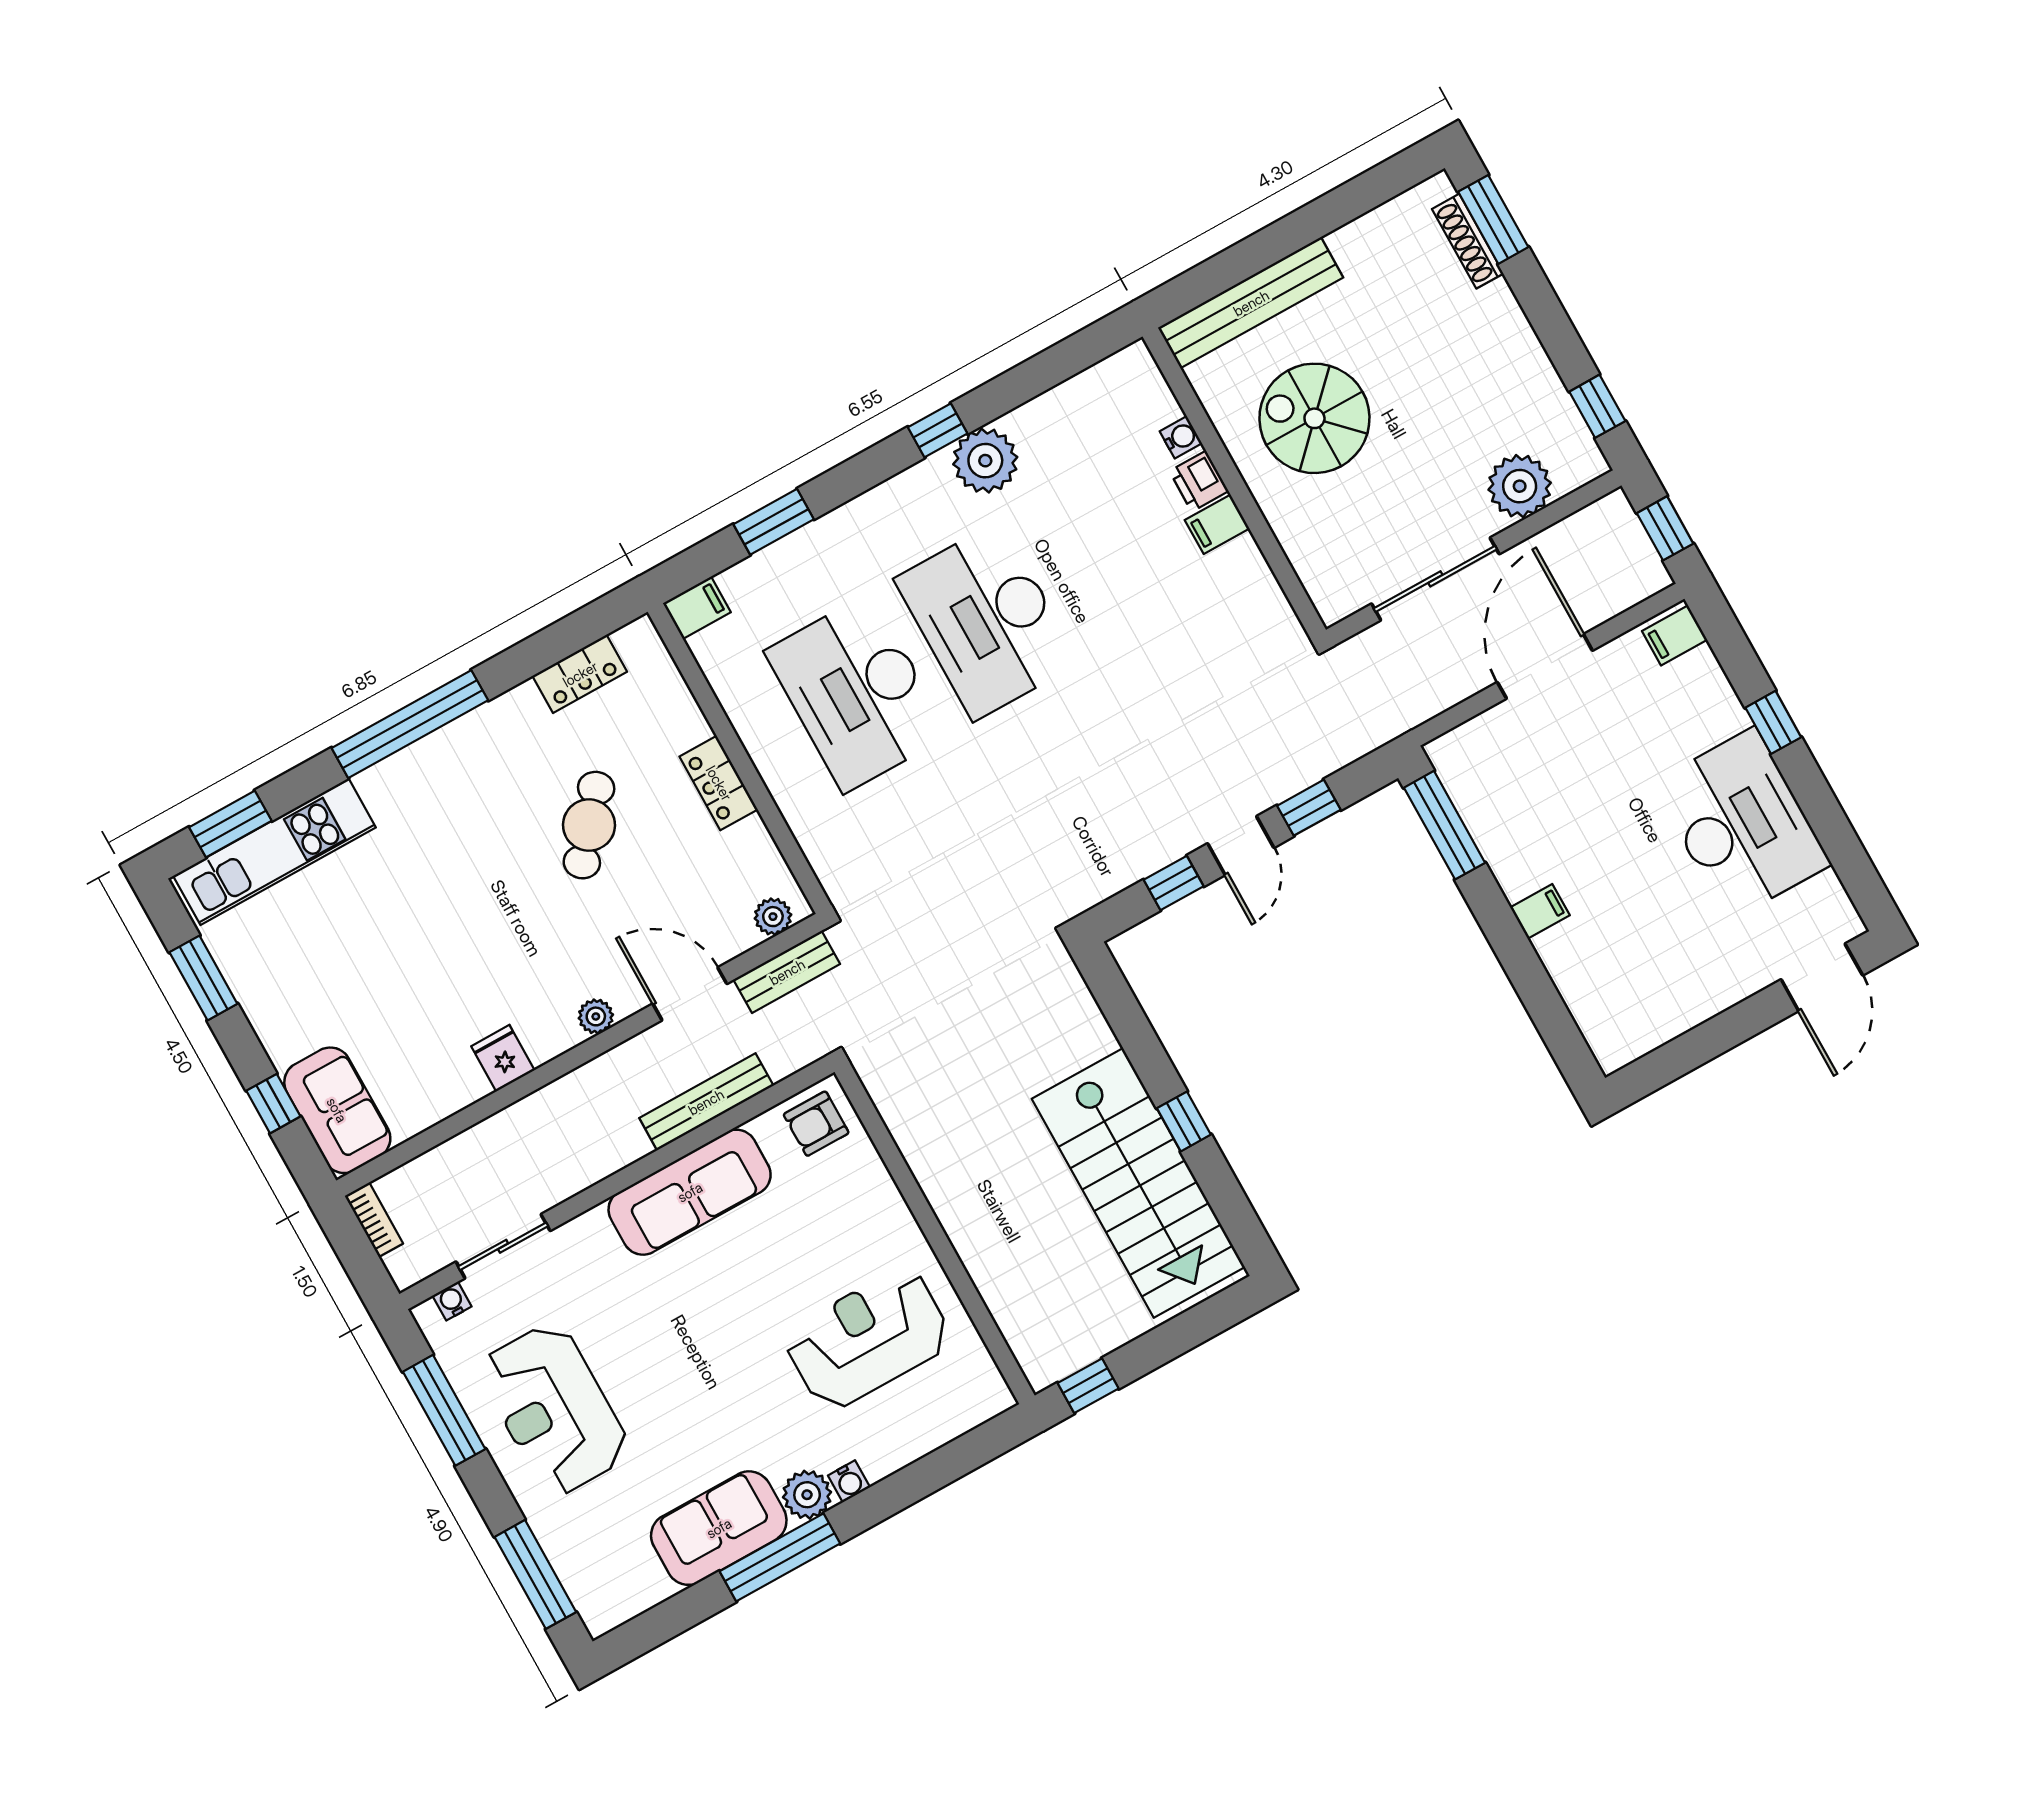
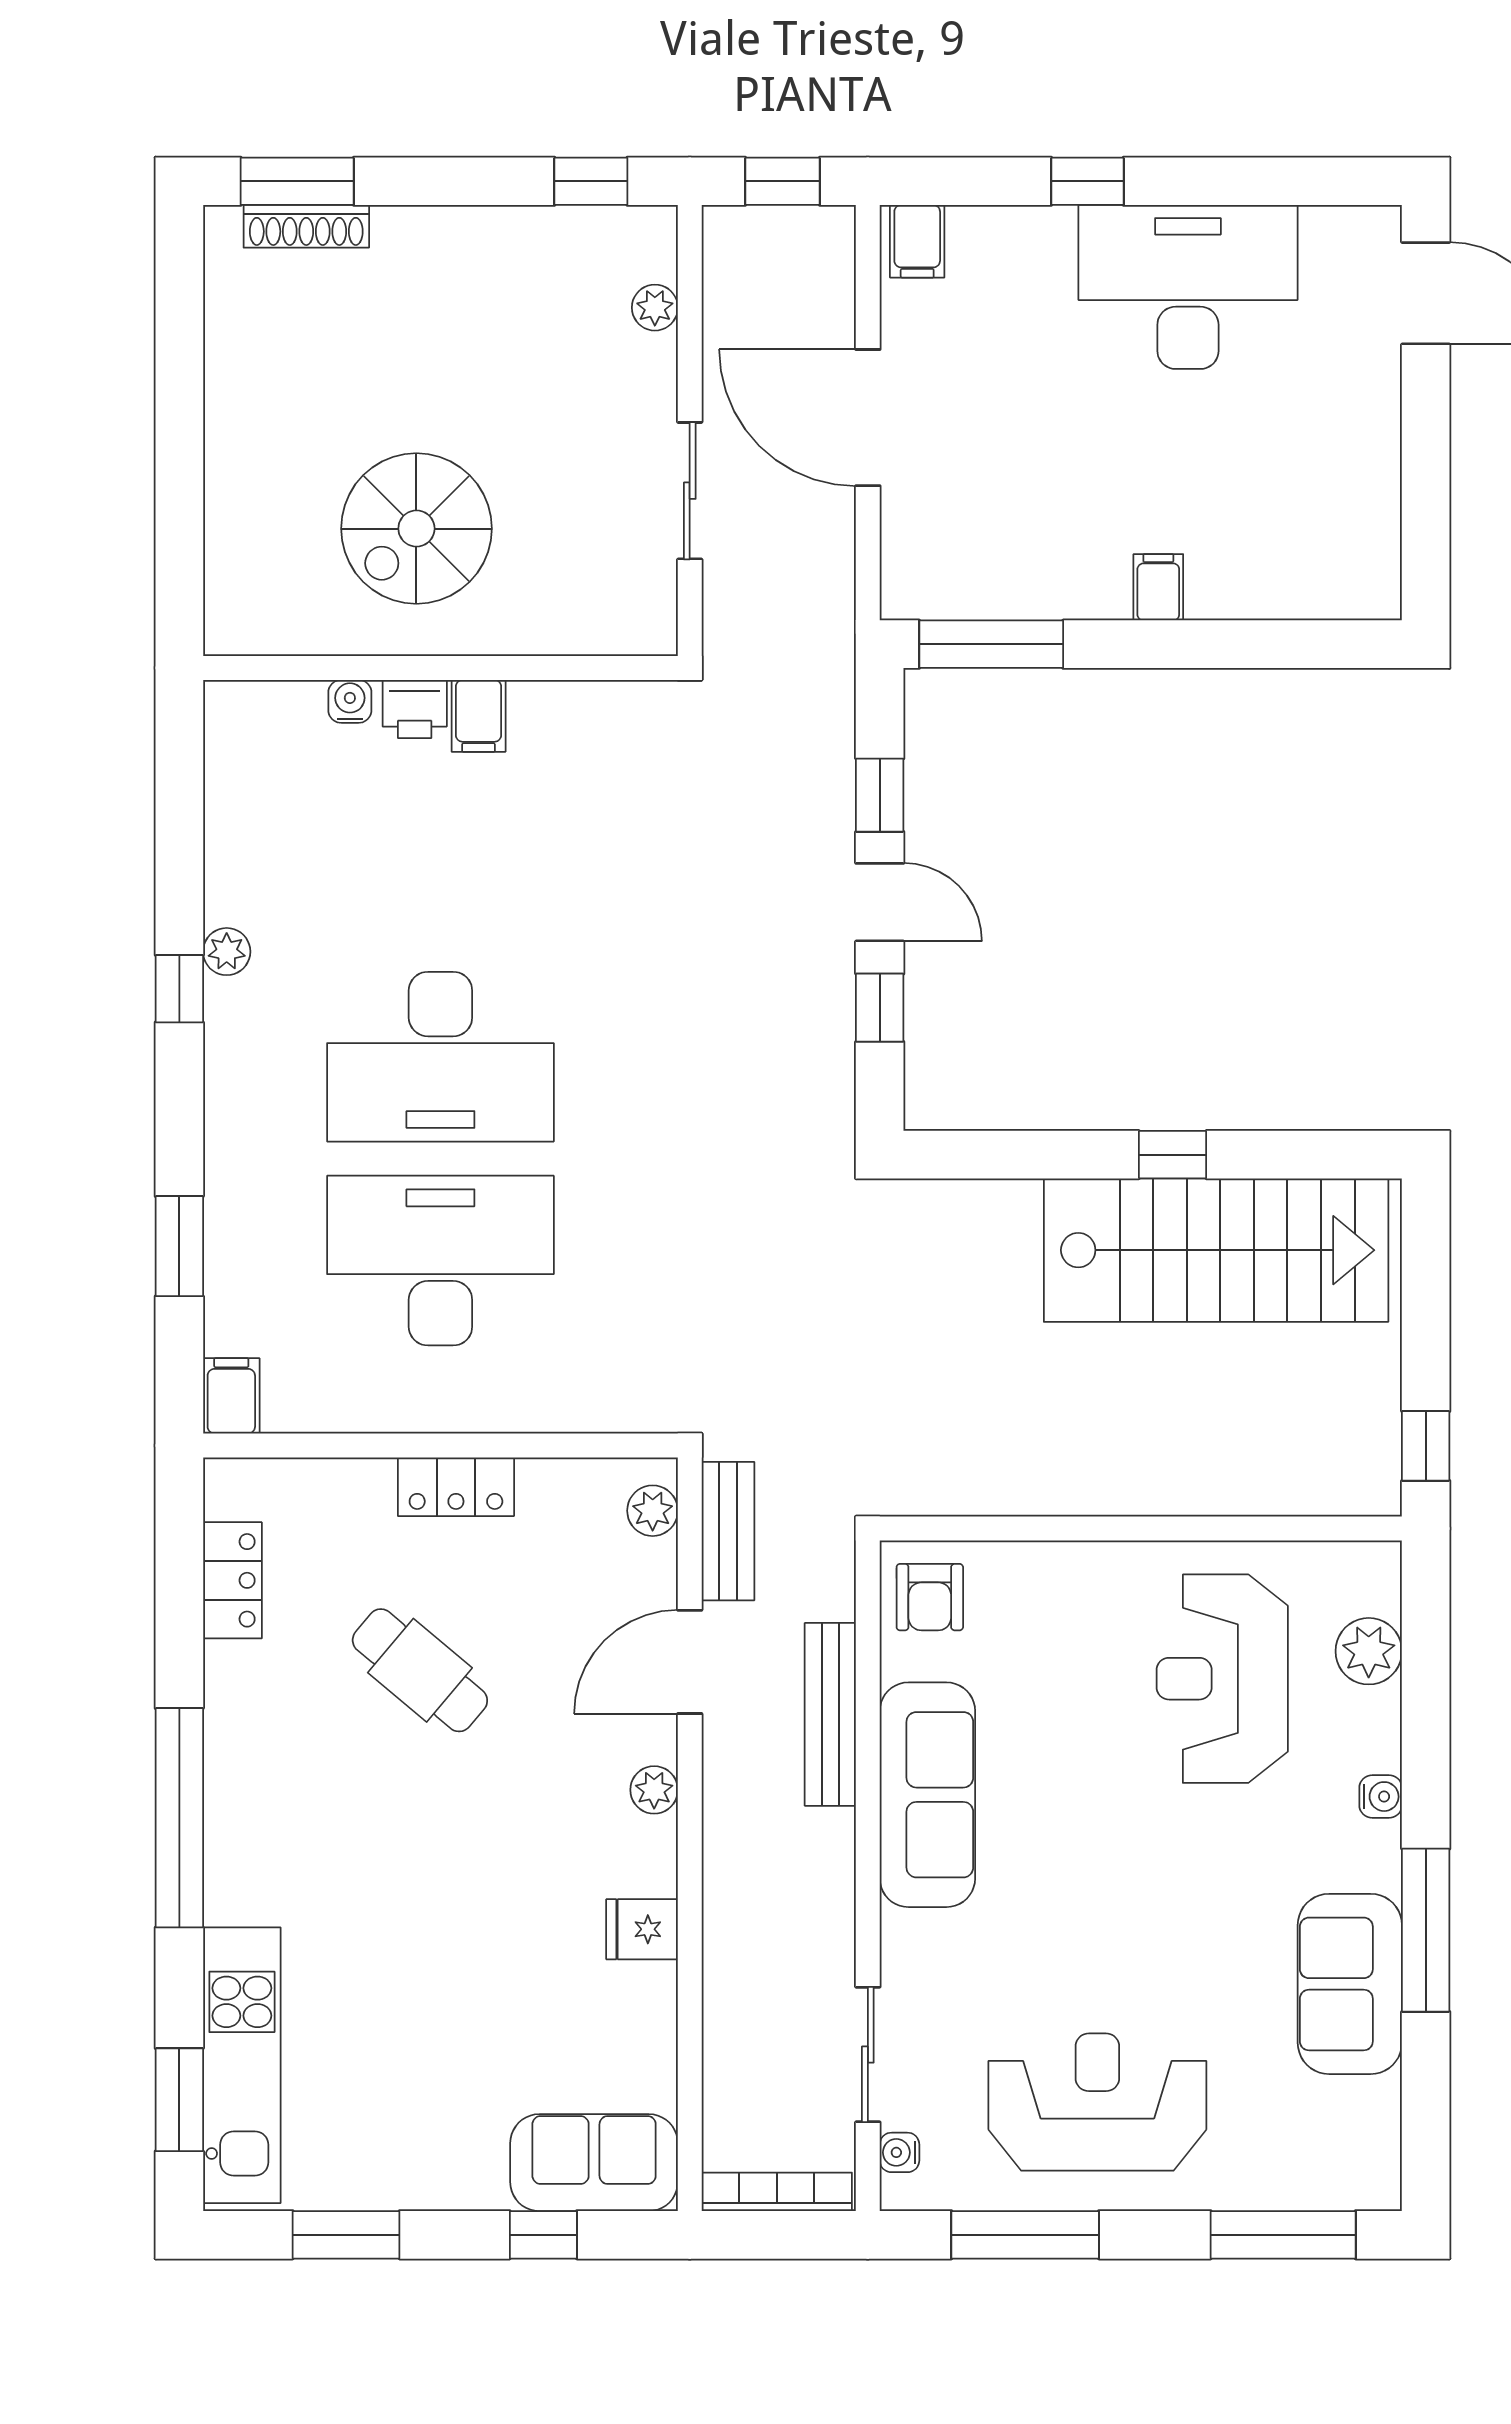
bench: (1251, 303) -> (235, 528), removed
plant: (985, 461) -> (227, 952), width x0.53, depth x0.53
plant: (1520, 486) -> (655, 308), width x0.53, depth x0.53
sliding door: (1435, 579) -> (690, 491), width x0.73
desk: (857, 693) -> (440, 1261), turned 180
bookcase: (374, 1220) -> (777, 2192), width x1.56
reception desk: (554, 1409) -> (1097, 2102), turned 180
plant: (807, 1495) -> (1369, 1651), moved

